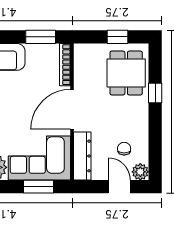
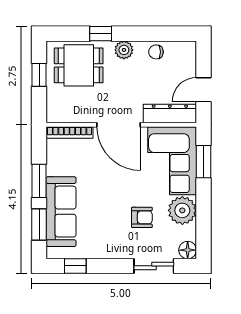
window: (41, 37) -> (39, 181), moved
chair: (124, 149) -> (156, 52), moved
plant: (140, 172) -> (124, 50), moved
door: (119, 187) -> (204, 90), moved

